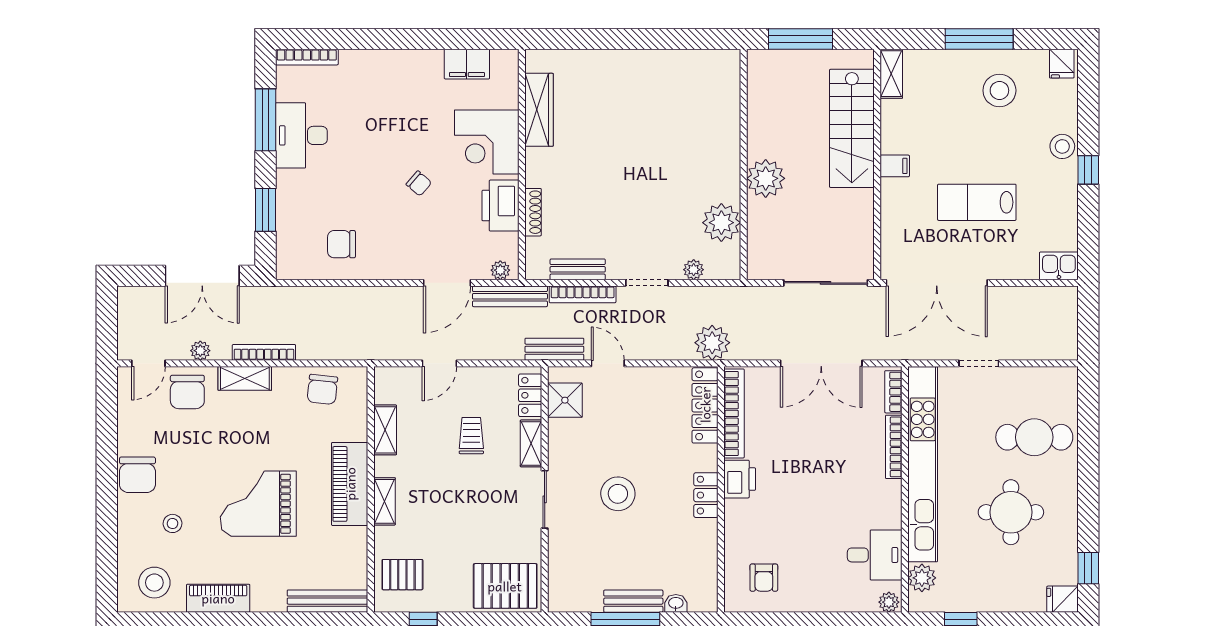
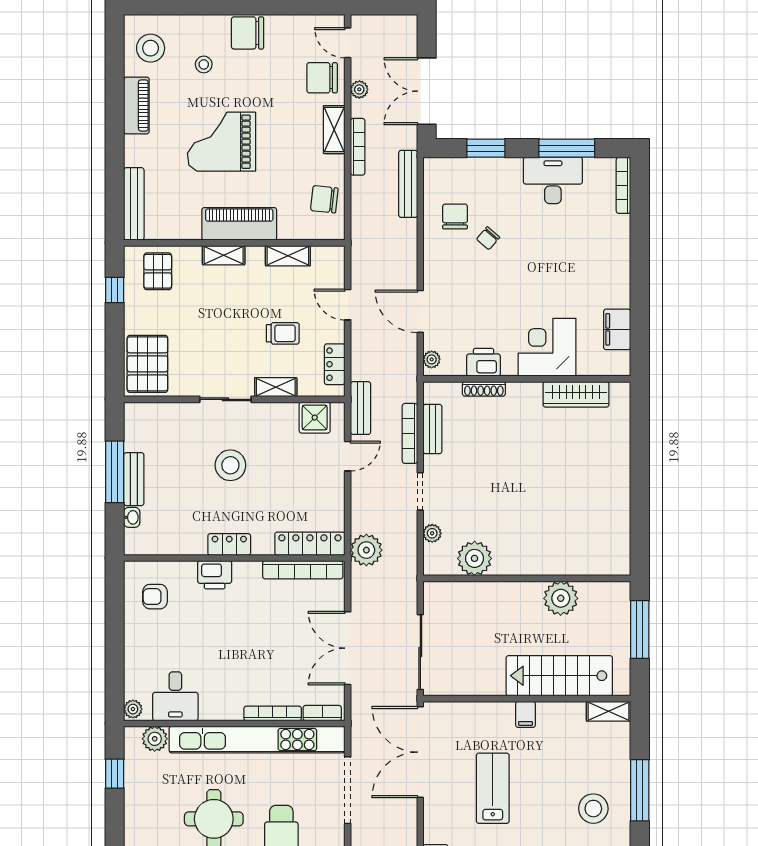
plant: (766, 178) -> (561, 598), moved
chair: (419, 183) -> (488, 238), moved
printer: (500, 206) -> (484, 362), width x0.73, depth x0.84
bench: (510, 296) -> (408, 184), moved
doorway: (979, 363) -> (348, 790), width x1.88
locker: (530, 395) -> (335, 364), moved, turned -90
printer: (740, 479) -> (215, 575), moved
grand piano: (258, 504) -> (221, 142), turned -90

